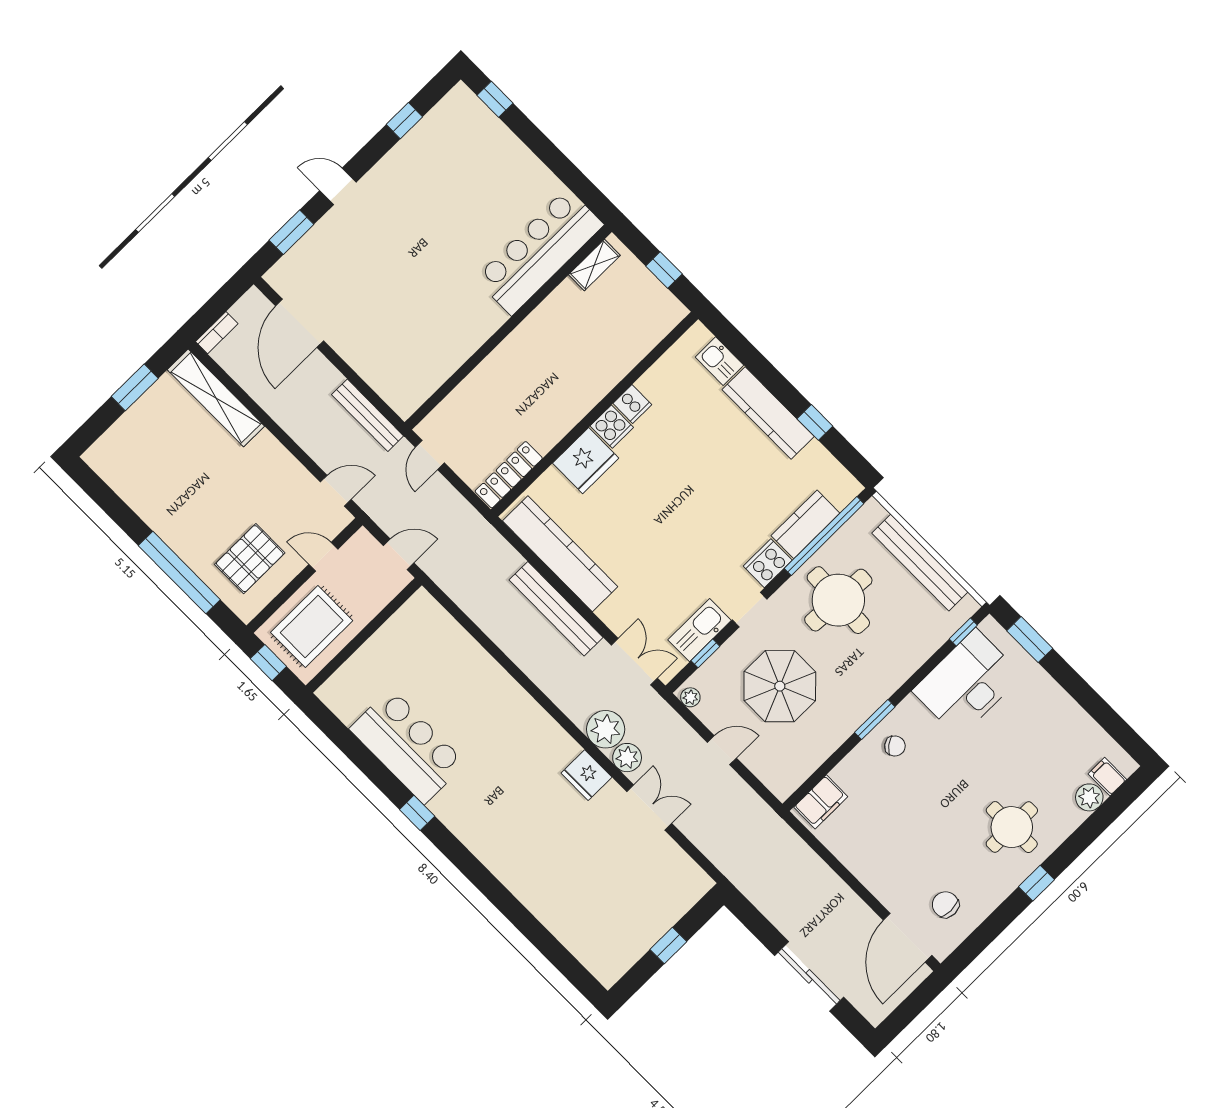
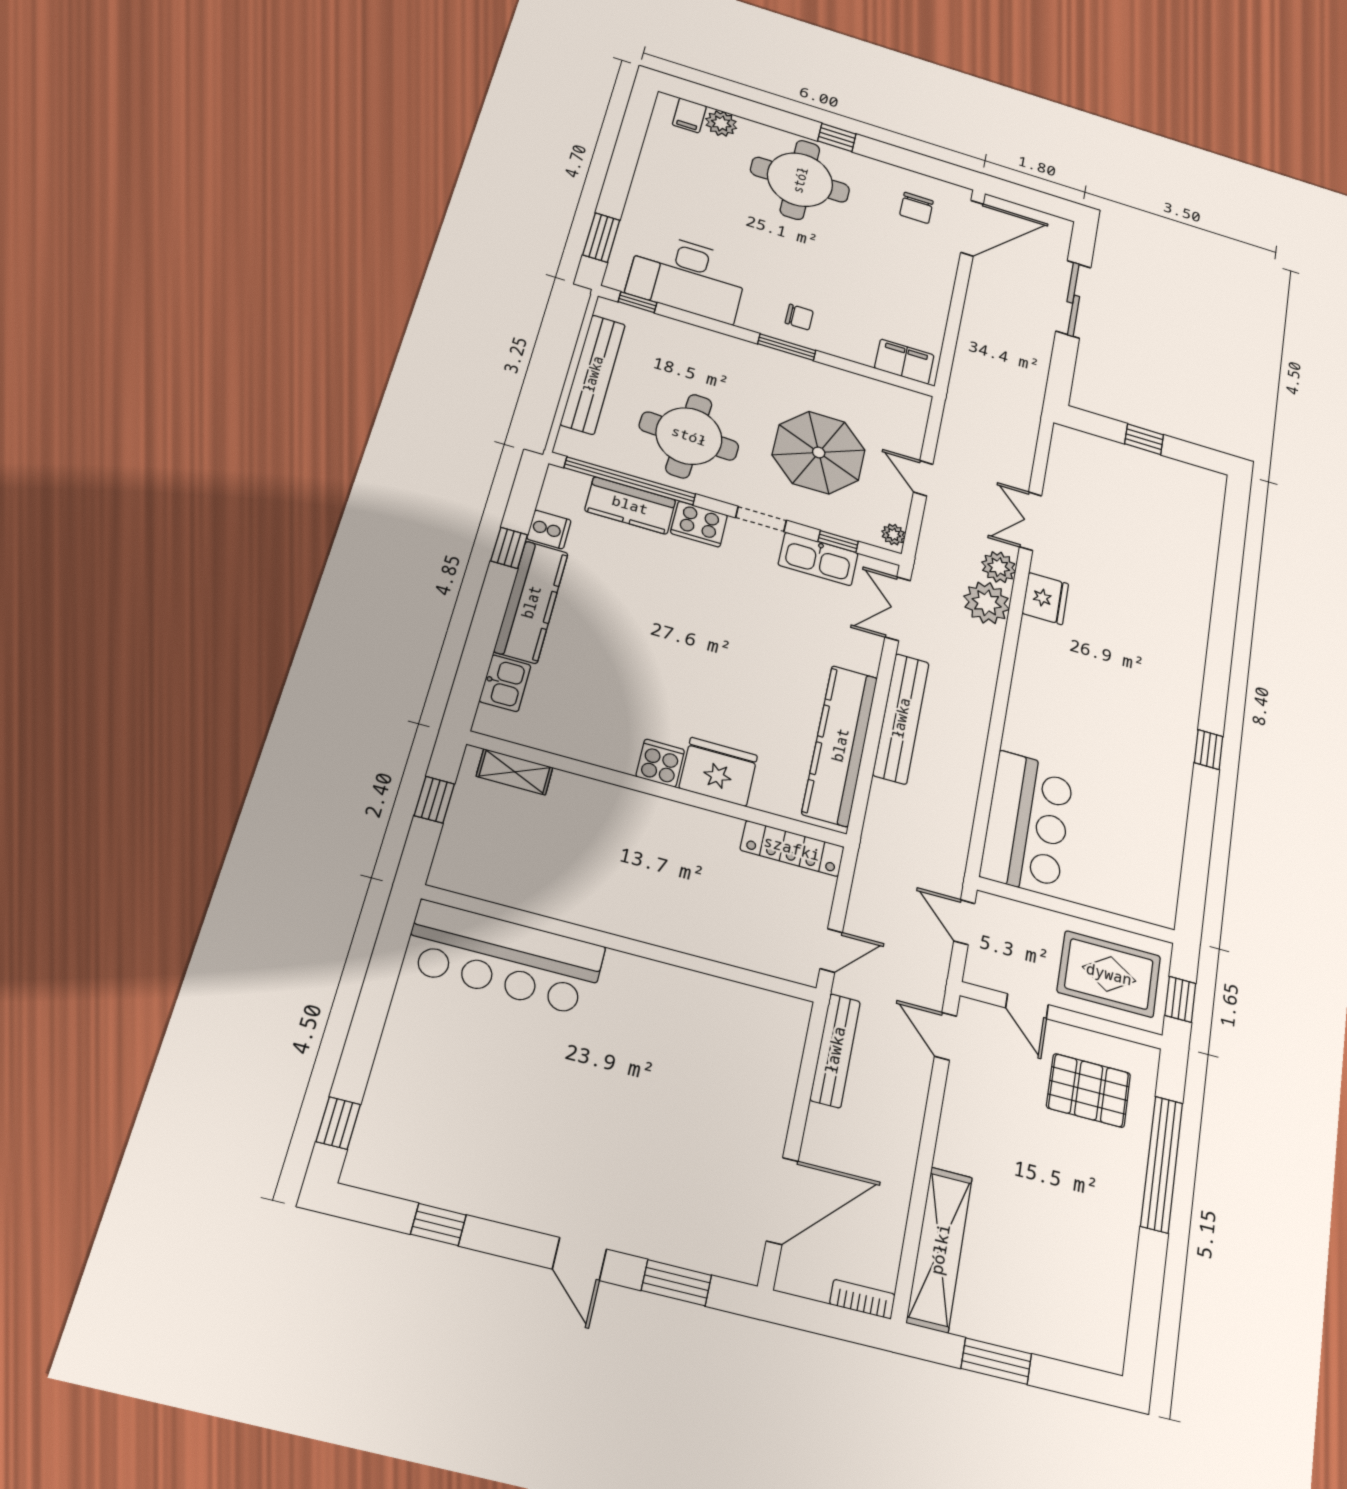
shelving: (594, 265) -> (515, 772), moved
cooker: (632, 404) -> (549, 529), moved, turned 90
bar counter: (408, 746) -> (1027, 823), moved, turned 180
chair: (895, 746) -> (799, 317), turned 128
round table: (1012, 827) -> (800, 180), width x1.36, depth x1.36

